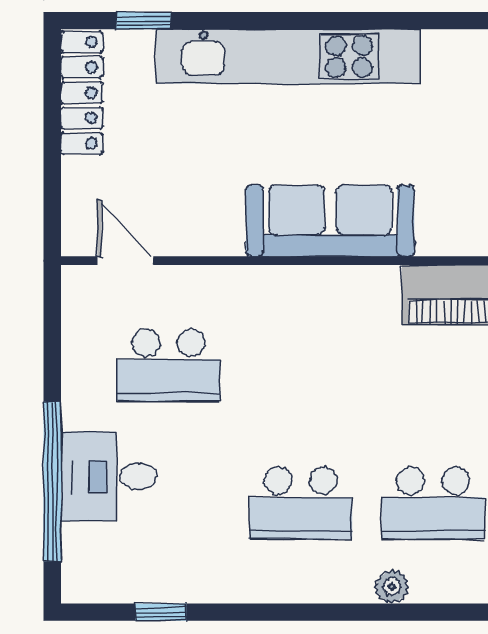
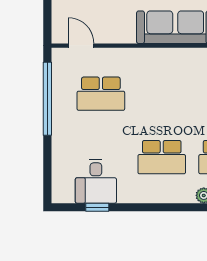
desk: (109, 476) -> (96, 181), moved, turned -90
window: (52, 482) -> (47, 99), moved

